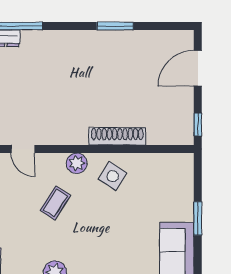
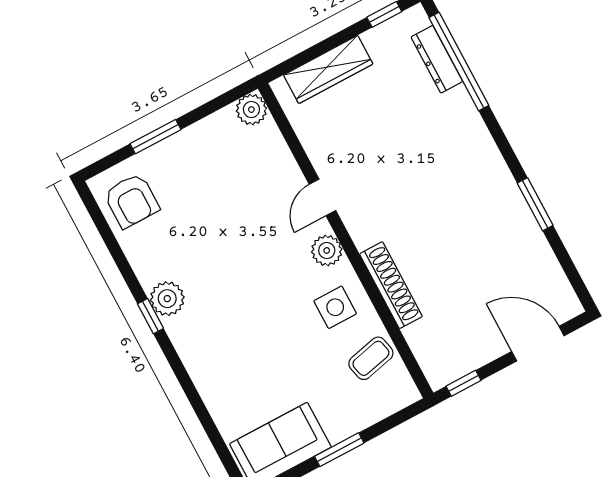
door: (23, 149) -> (323, 197), moved
side table: (113, 176) -> (335, 307), turned -33
coffee table: (55, 203) -> (371, 358), moved, turned -46

